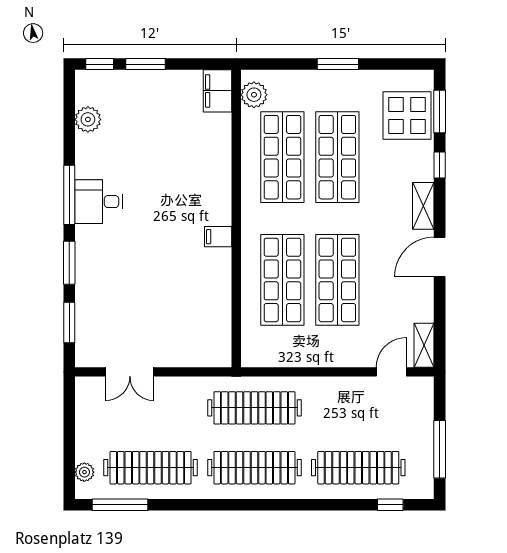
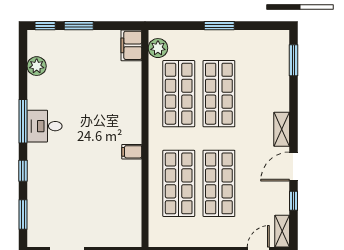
display table: (407, 116) -> (270, 63), removed
window: (440, 165) -> (294, 201), moved
window: (69, 263) -> (23, 171), width x0.67

